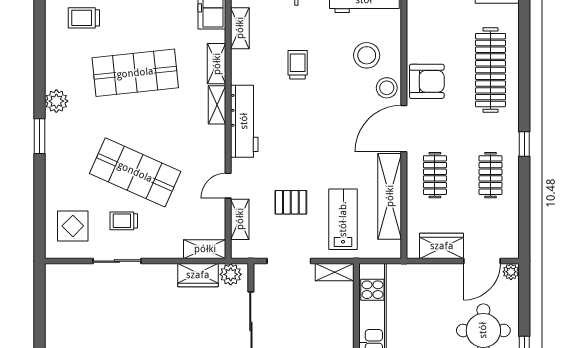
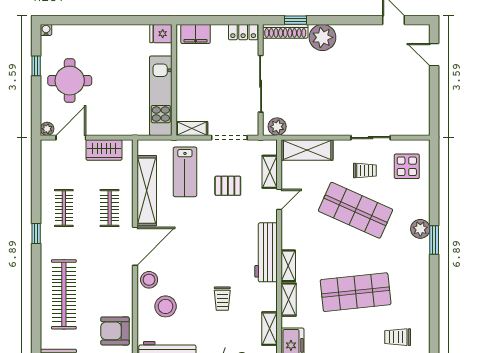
trolley: (84, 18) -> (398, 337), turned 180
armchair: (427, 81) -> (115, 331), moved
plant: (56, 101) -> (420, 229), moved
shelving: (205, 249) -> (307, 150), width x1.50, depth x1.33
wardrobe: (198, 275) -> (304, 126), removed

